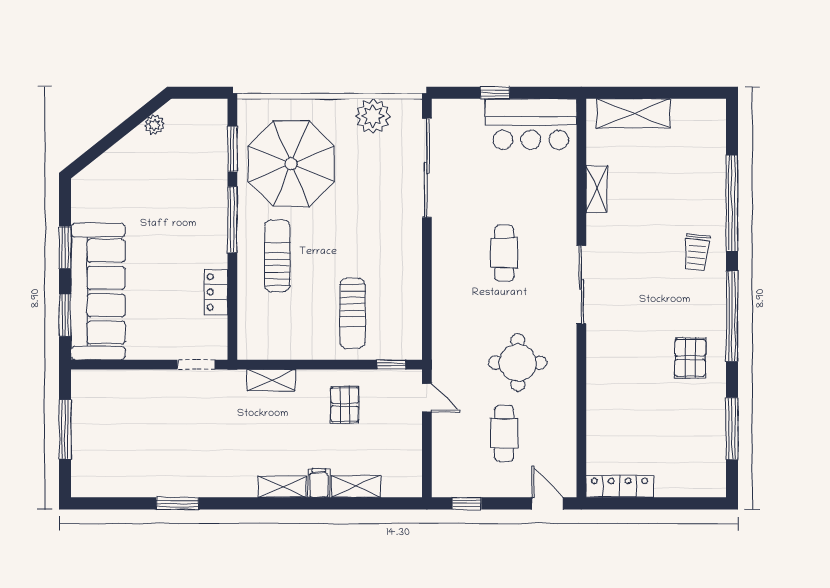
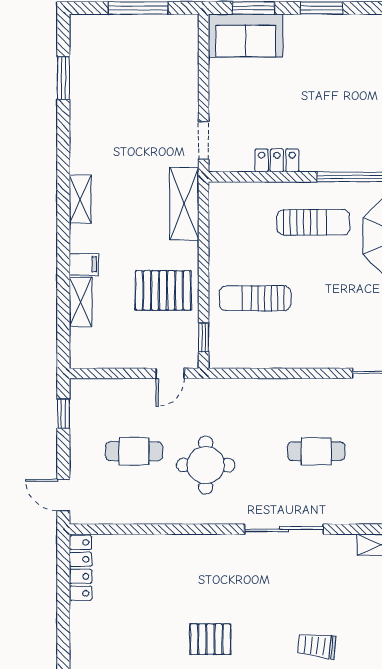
sofa: (98, 292) -> (246, 35), width x0.54, depth x0.79
shelving: (271, 380) -> (184, 204), width x1.50, depth x1.33
pallet: (345, 405) -> (163, 290), width x1.50, depth x1.42
shelving: (282, 487) -> (80, 199), moved
window: (177, 503) -> (63, 78), moved
door: (548, 503) -> (63, 495), swing flipped

